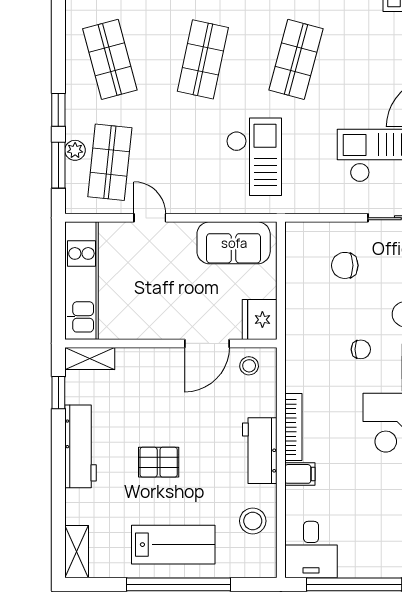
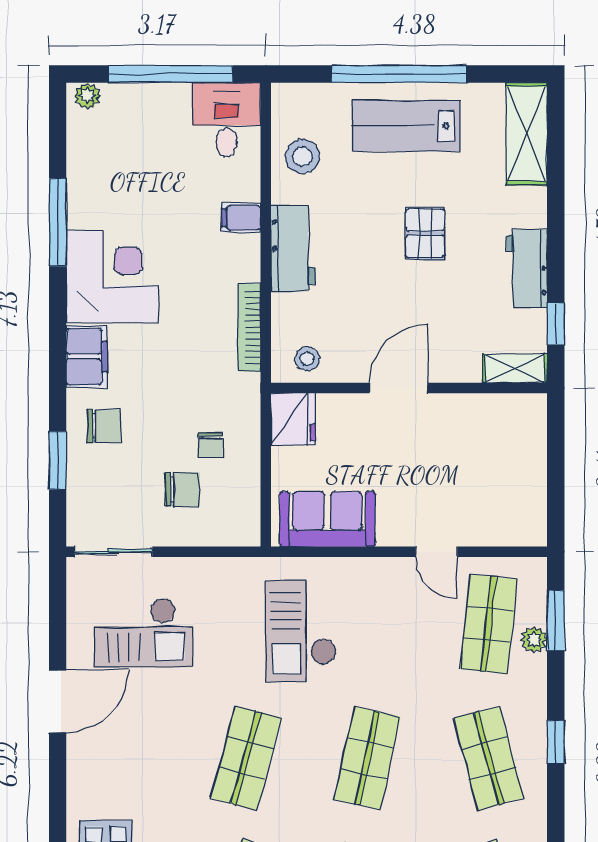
window: (58, 110) -> (556, 742), moved
kitchen unit: (81, 280) -> (526, 470), removed
door: (207, 343) -> (399, 388), moved
chair: (361, 349) -> (210, 445), moved, turned -90
bookcase: (293, 427) -> (249, 328), moved
workbench: (80, 446) -> (527, 269), width x0.73
pallet: (159, 462) -> (425, 233), turned 90
shelving: (77, 552) -> (527, 134), width x1.50, depth x1.33

